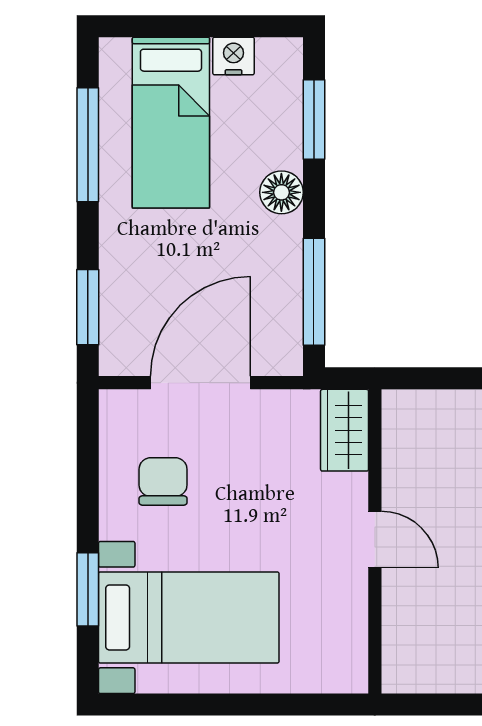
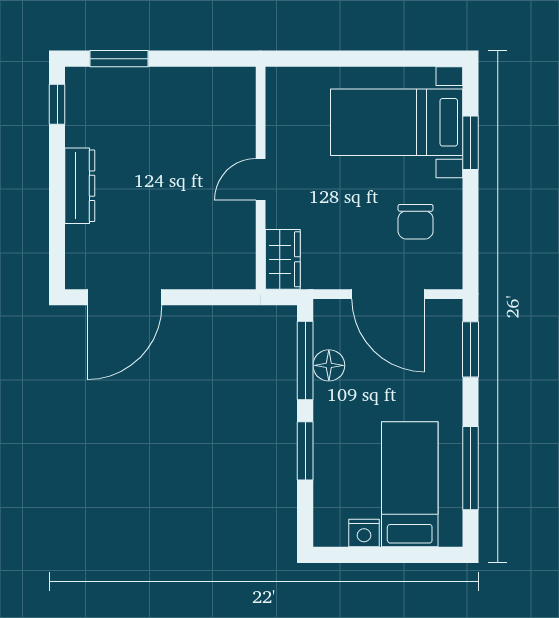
window: (314, 119) -> (305, 451), moved
floor lamp: (281, 192) -> (329, 365), moved
door: (200, 383) -> (388, 294), hinge flipped
door: (375, 540) -> (261, 179), hinge flipped

